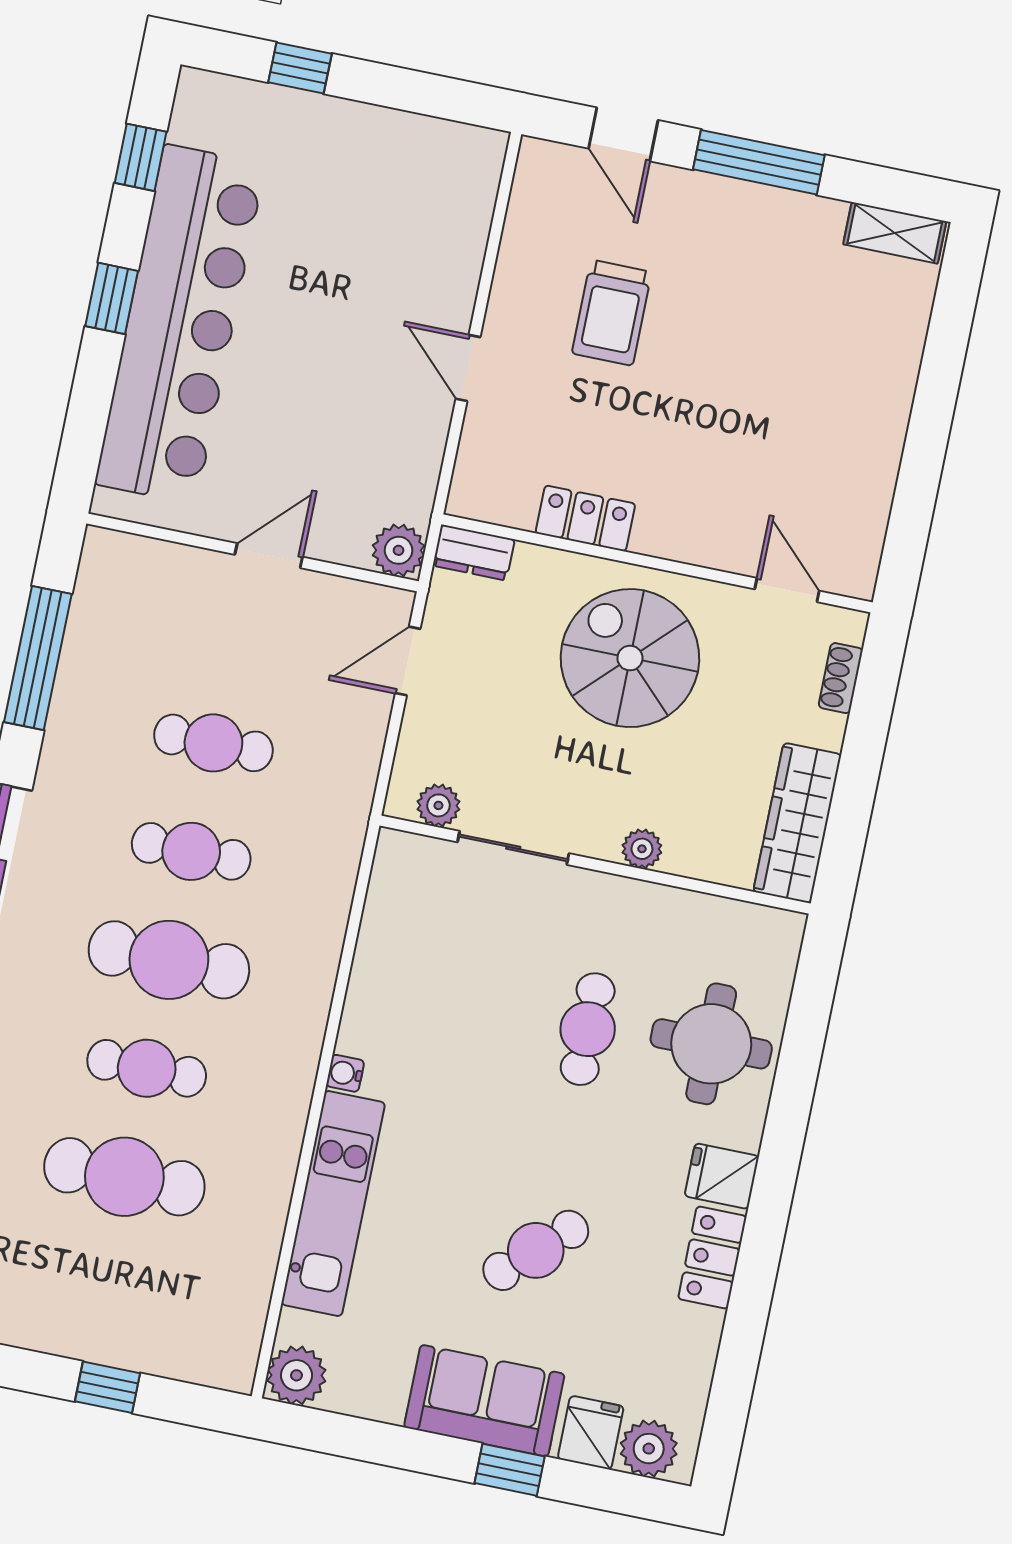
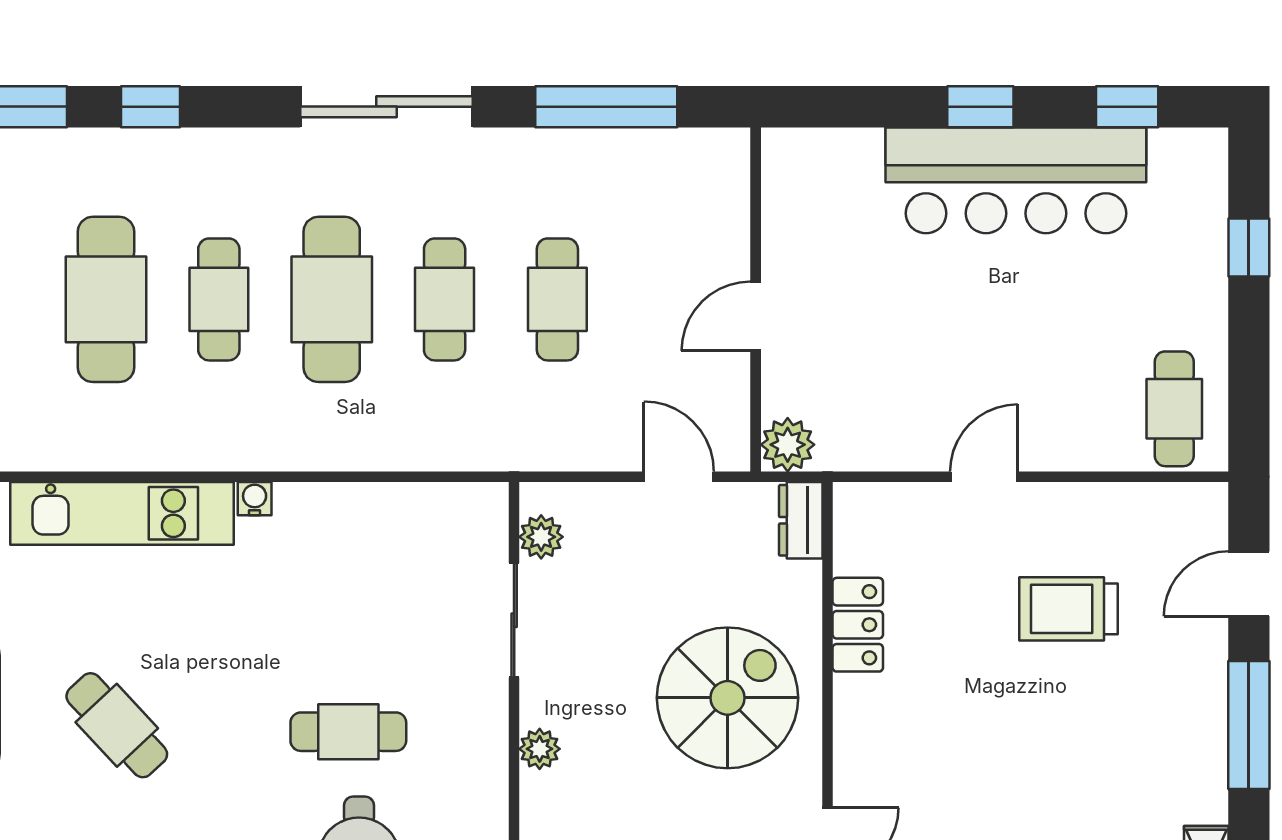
cafe table: (440, 172) -> (1174, 409), added
bar counter: (180, 324) -> (1016, 180), width x0.73
door: (269, 556) -> (756, 316), swing flipped

